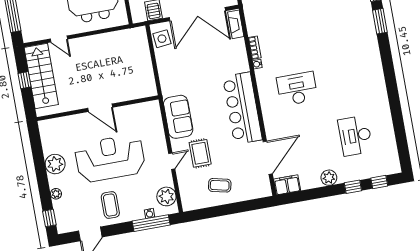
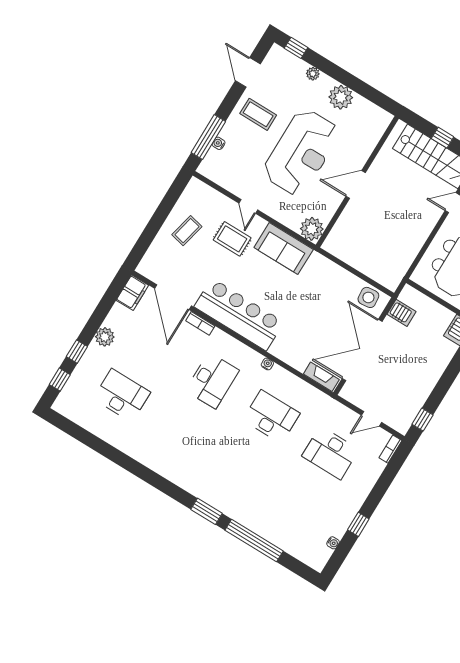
desk: (287, 33) -> (271, 417), added
bookcase: (255, 48) -> (200, 323), moved
plant: (166, 196) -> (312, 229), moved

